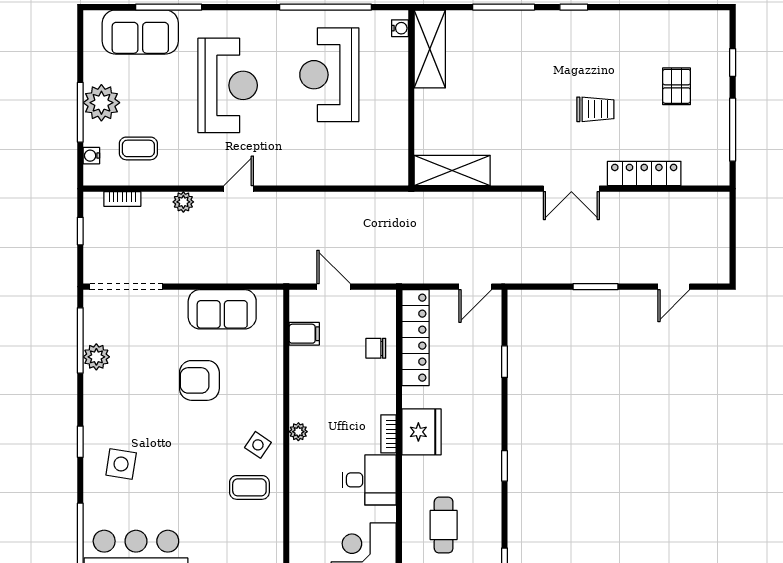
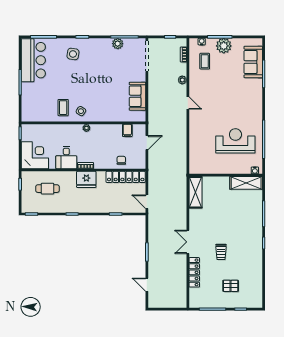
reception desk: (228, 85) -> (231, 98), removed
armchair: (199, 380) -> (108, 87), removed

